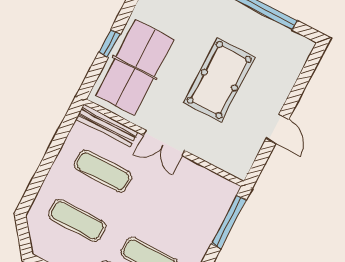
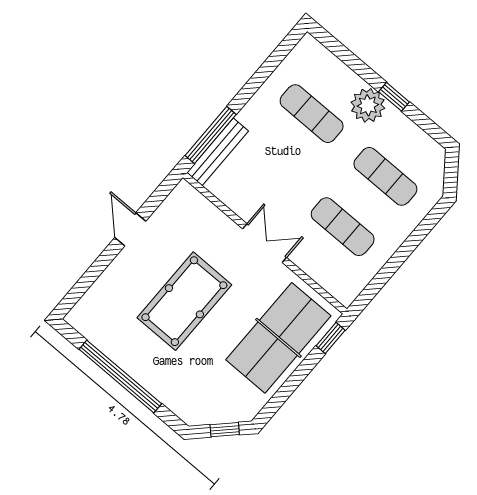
window: (109, 43) -> (331, 338), moved
bench: (107, 125) -> (218, 152), moved, turned 90

